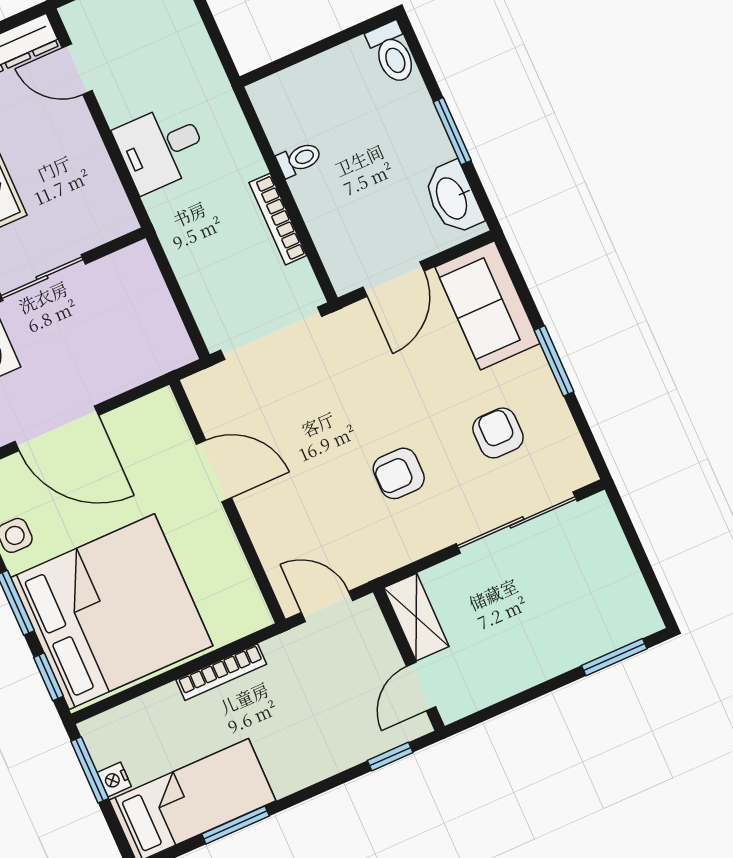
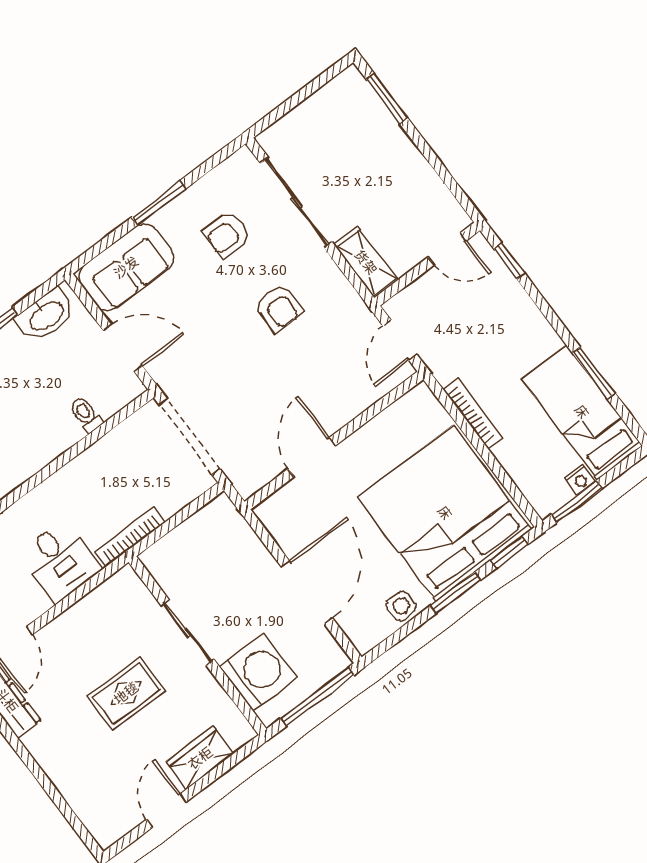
toilet: (299, 159) -> (86, 415), moved
bookcase: (278, 219) -> (130, 537), moved, turned 180
shelving: (416, 617) -> (366, 262), moved, turned 90

